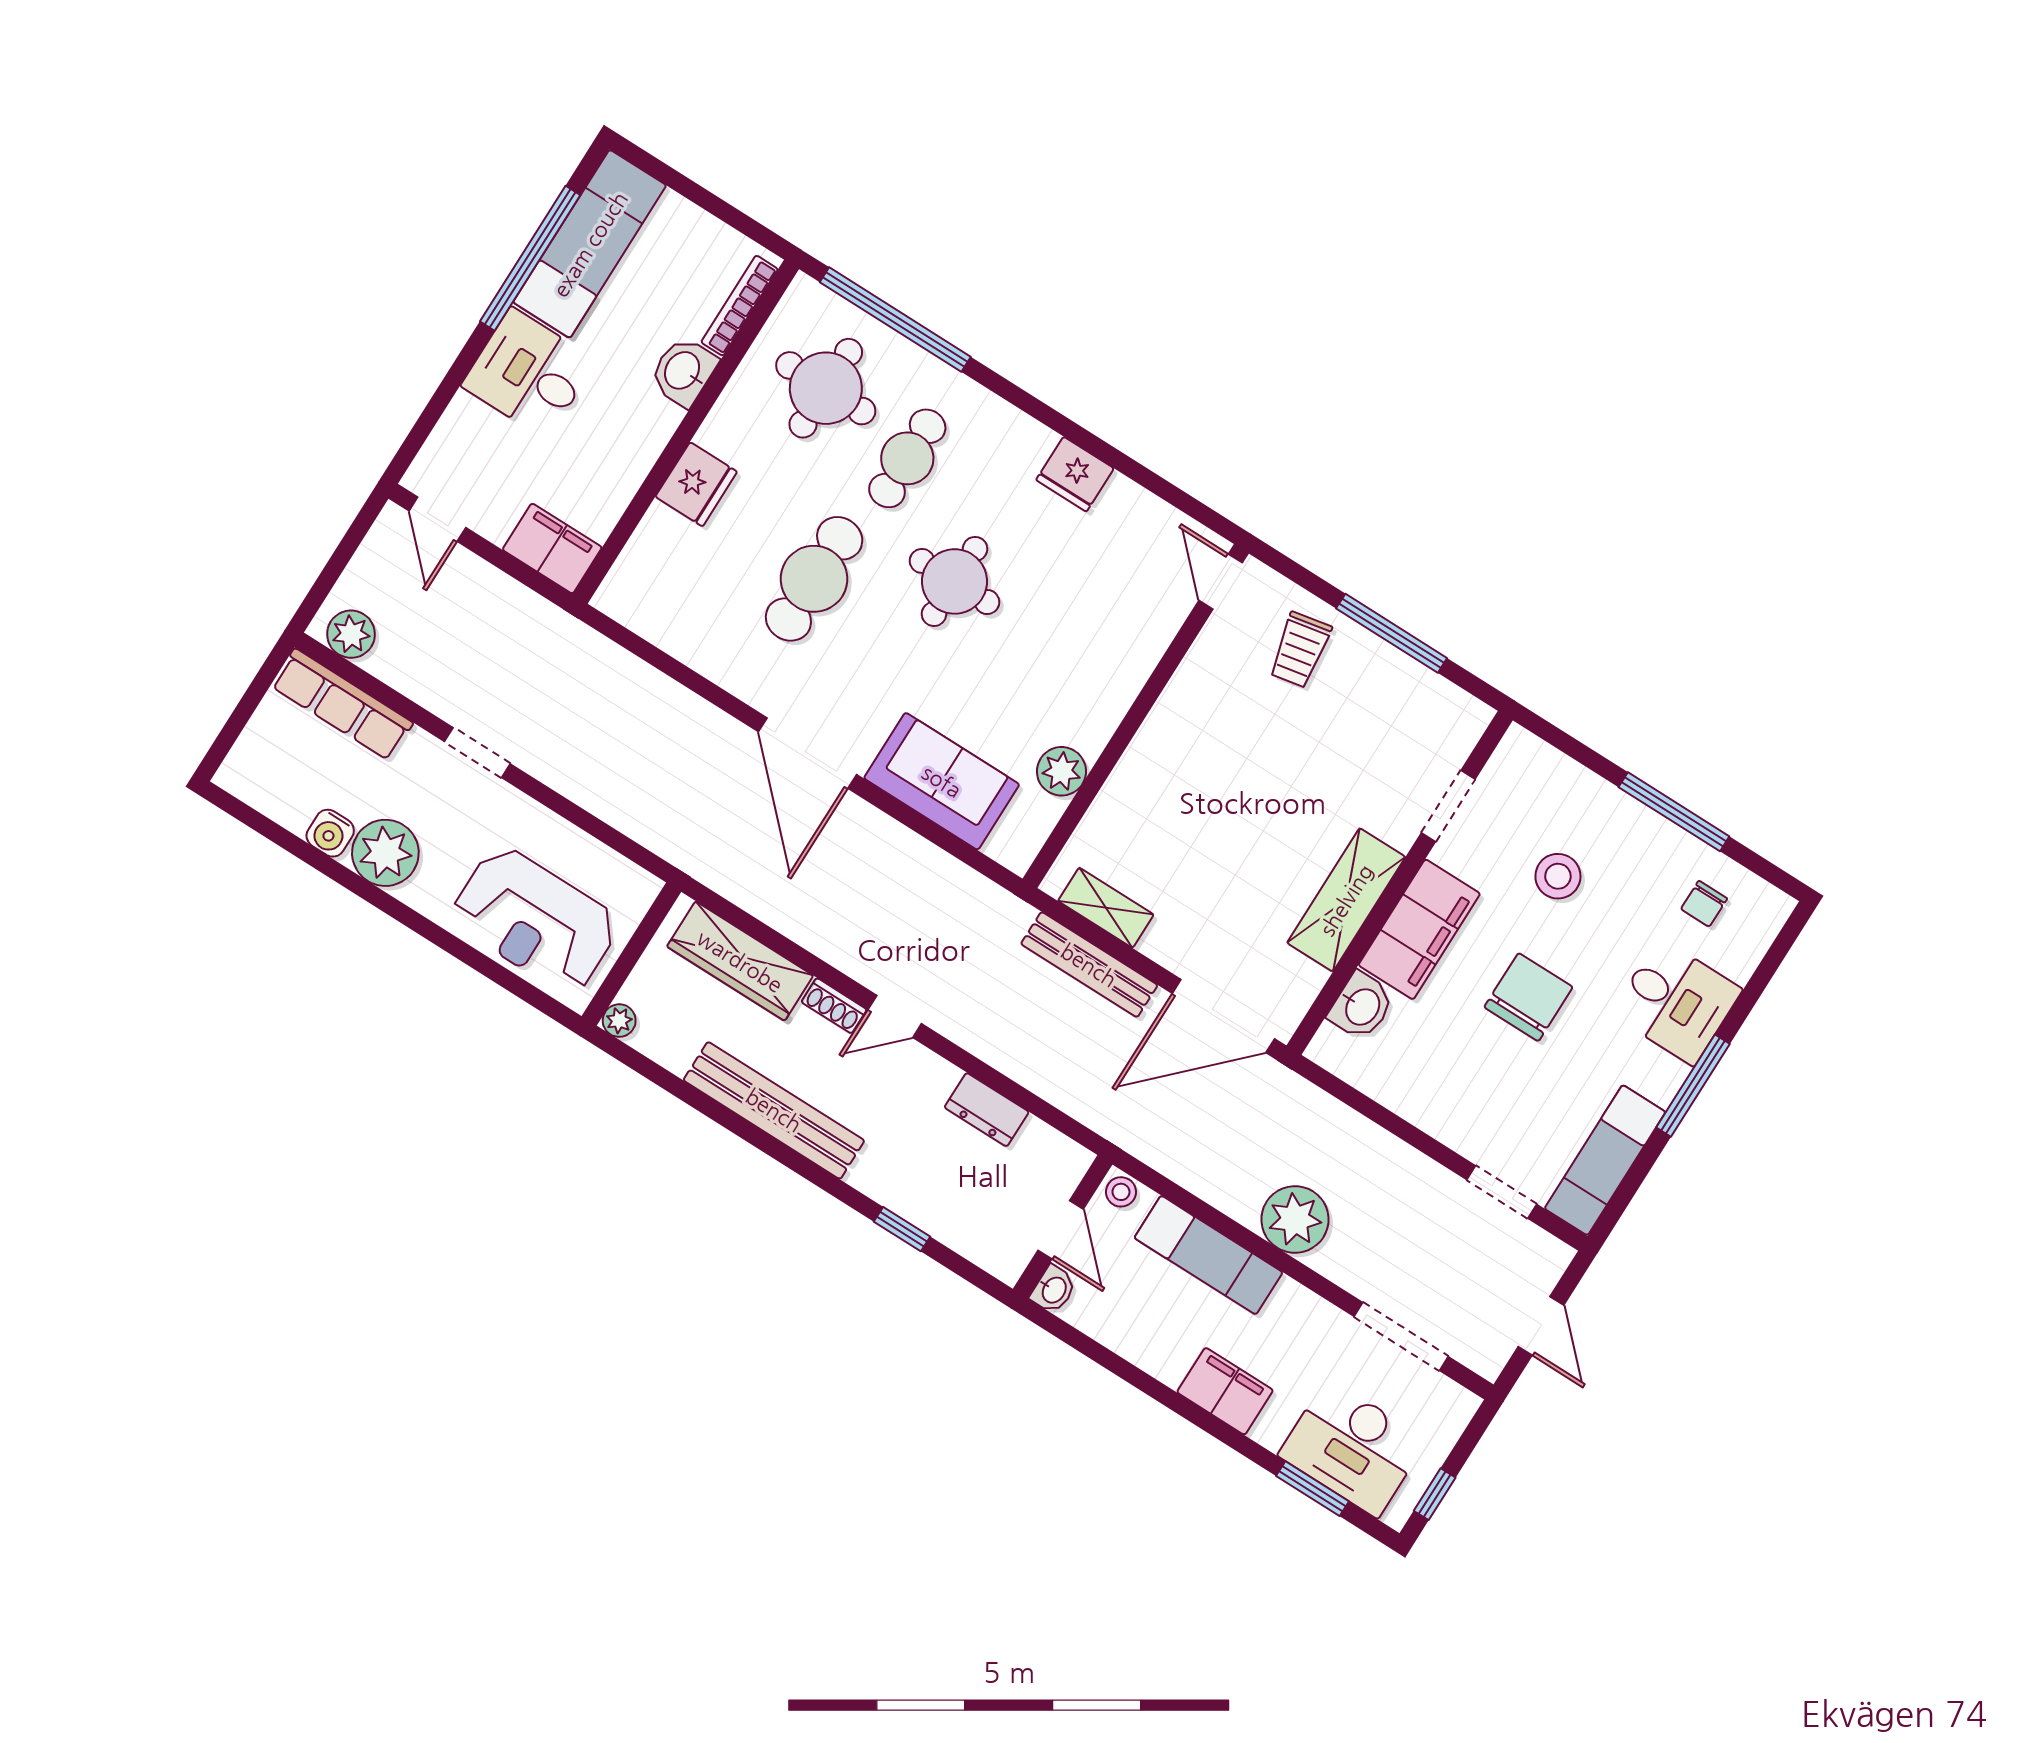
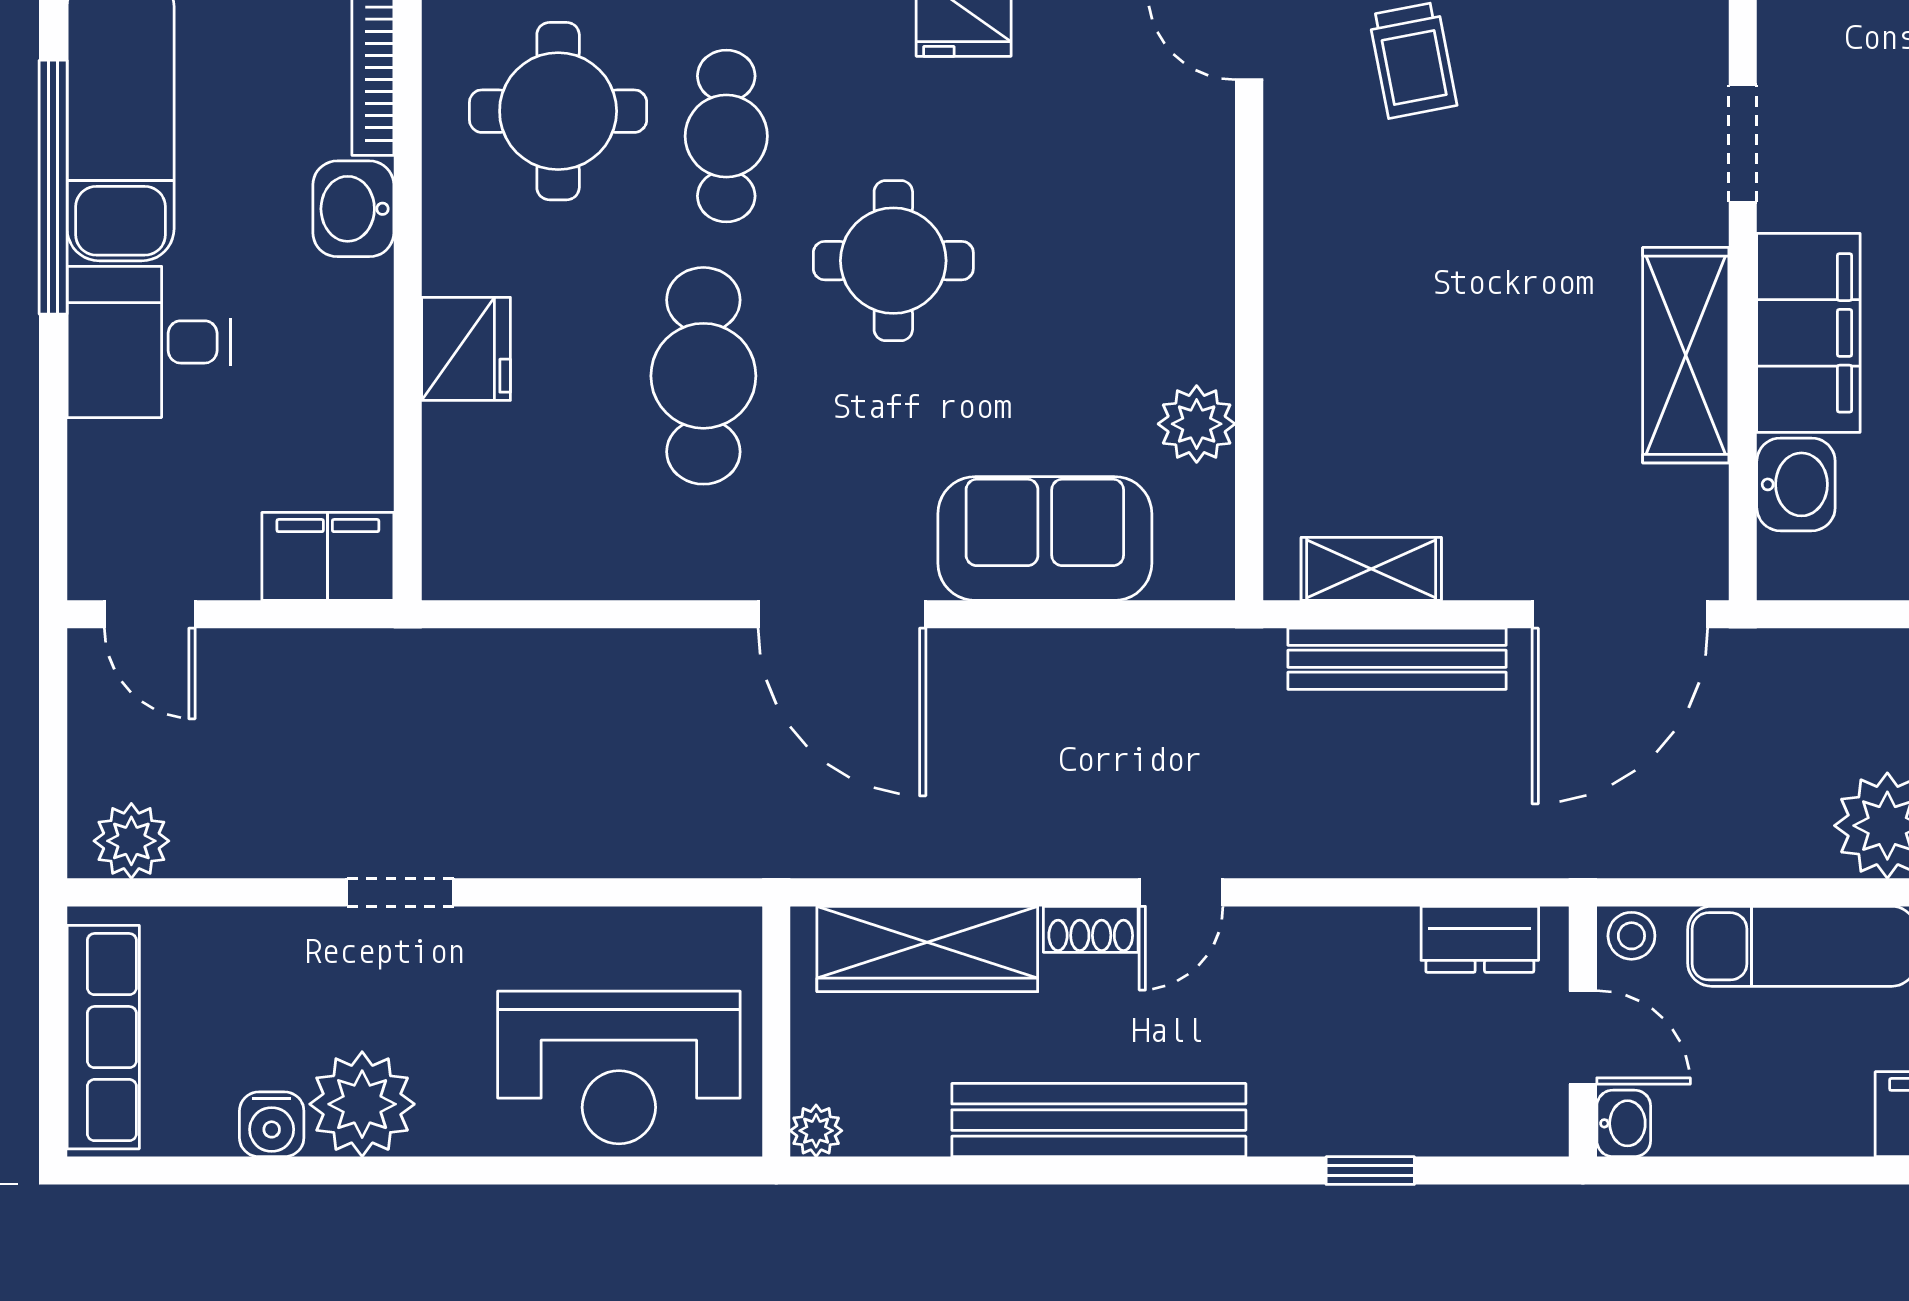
row of seats: (342, 704) -> (103, 1037), moved, turned -90
dresser: (987, 1110) -> (1480, 939), moved

